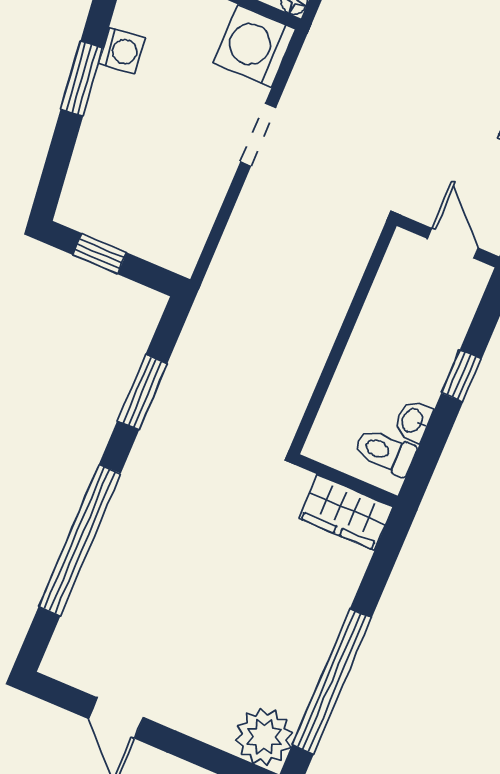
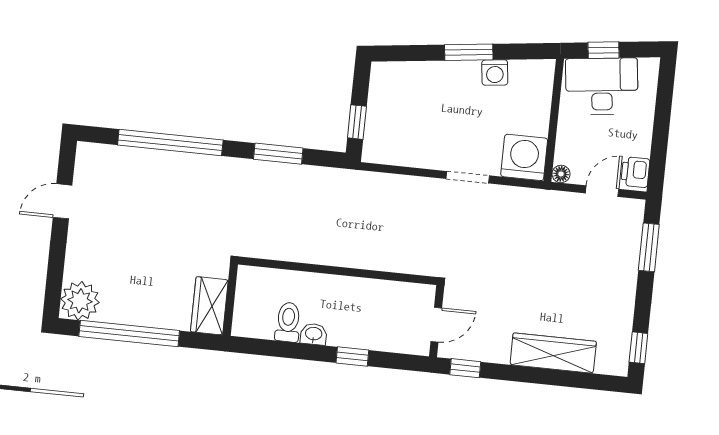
window: (100, 254) -> (357, 122), moved
wall: (347, 480) -> (230, 300), moved
wardrobe: (346, 512) -> (209, 306), moved

